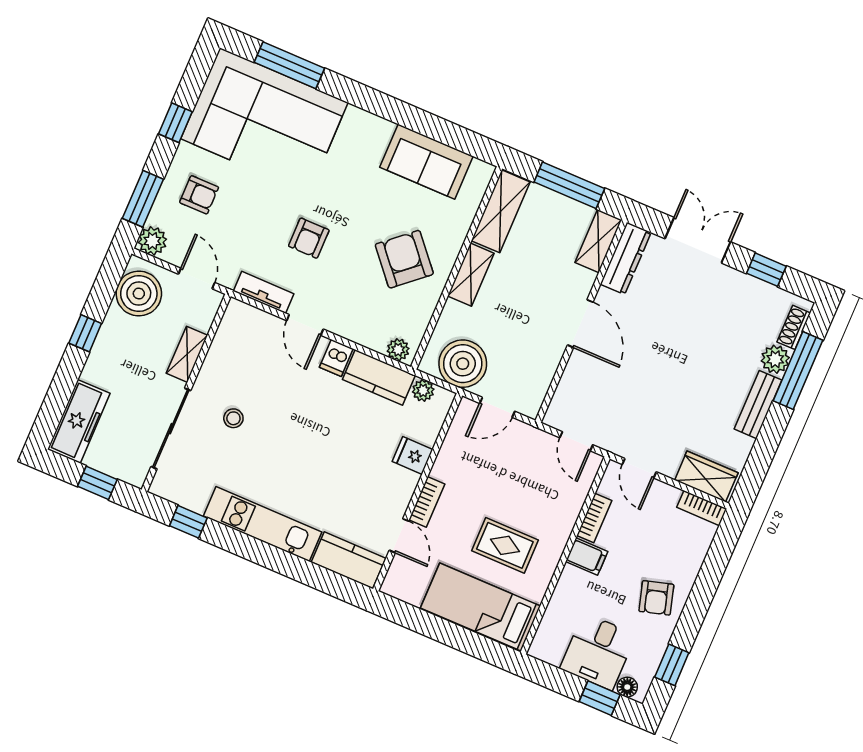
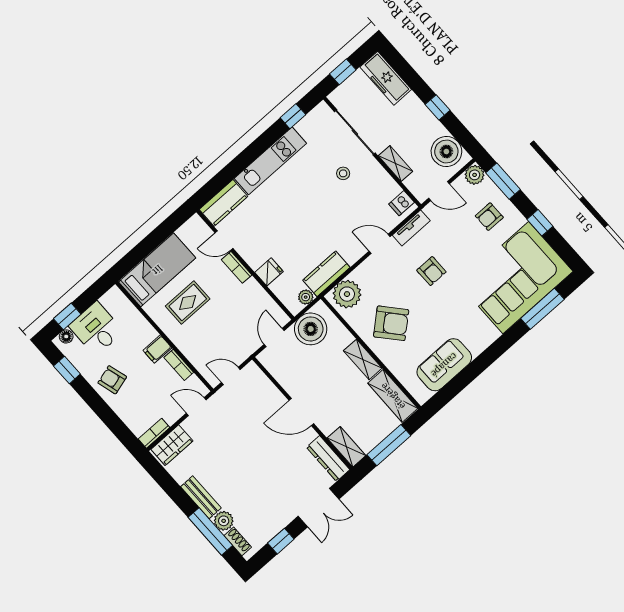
armchair: (309, 238) -> (431, 271), turned 180
plant: (398, 350) -> (347, 294), width x1.88, depth x1.88
dishwasher: (336, 358) -> (402, 203), moved, turned -90

